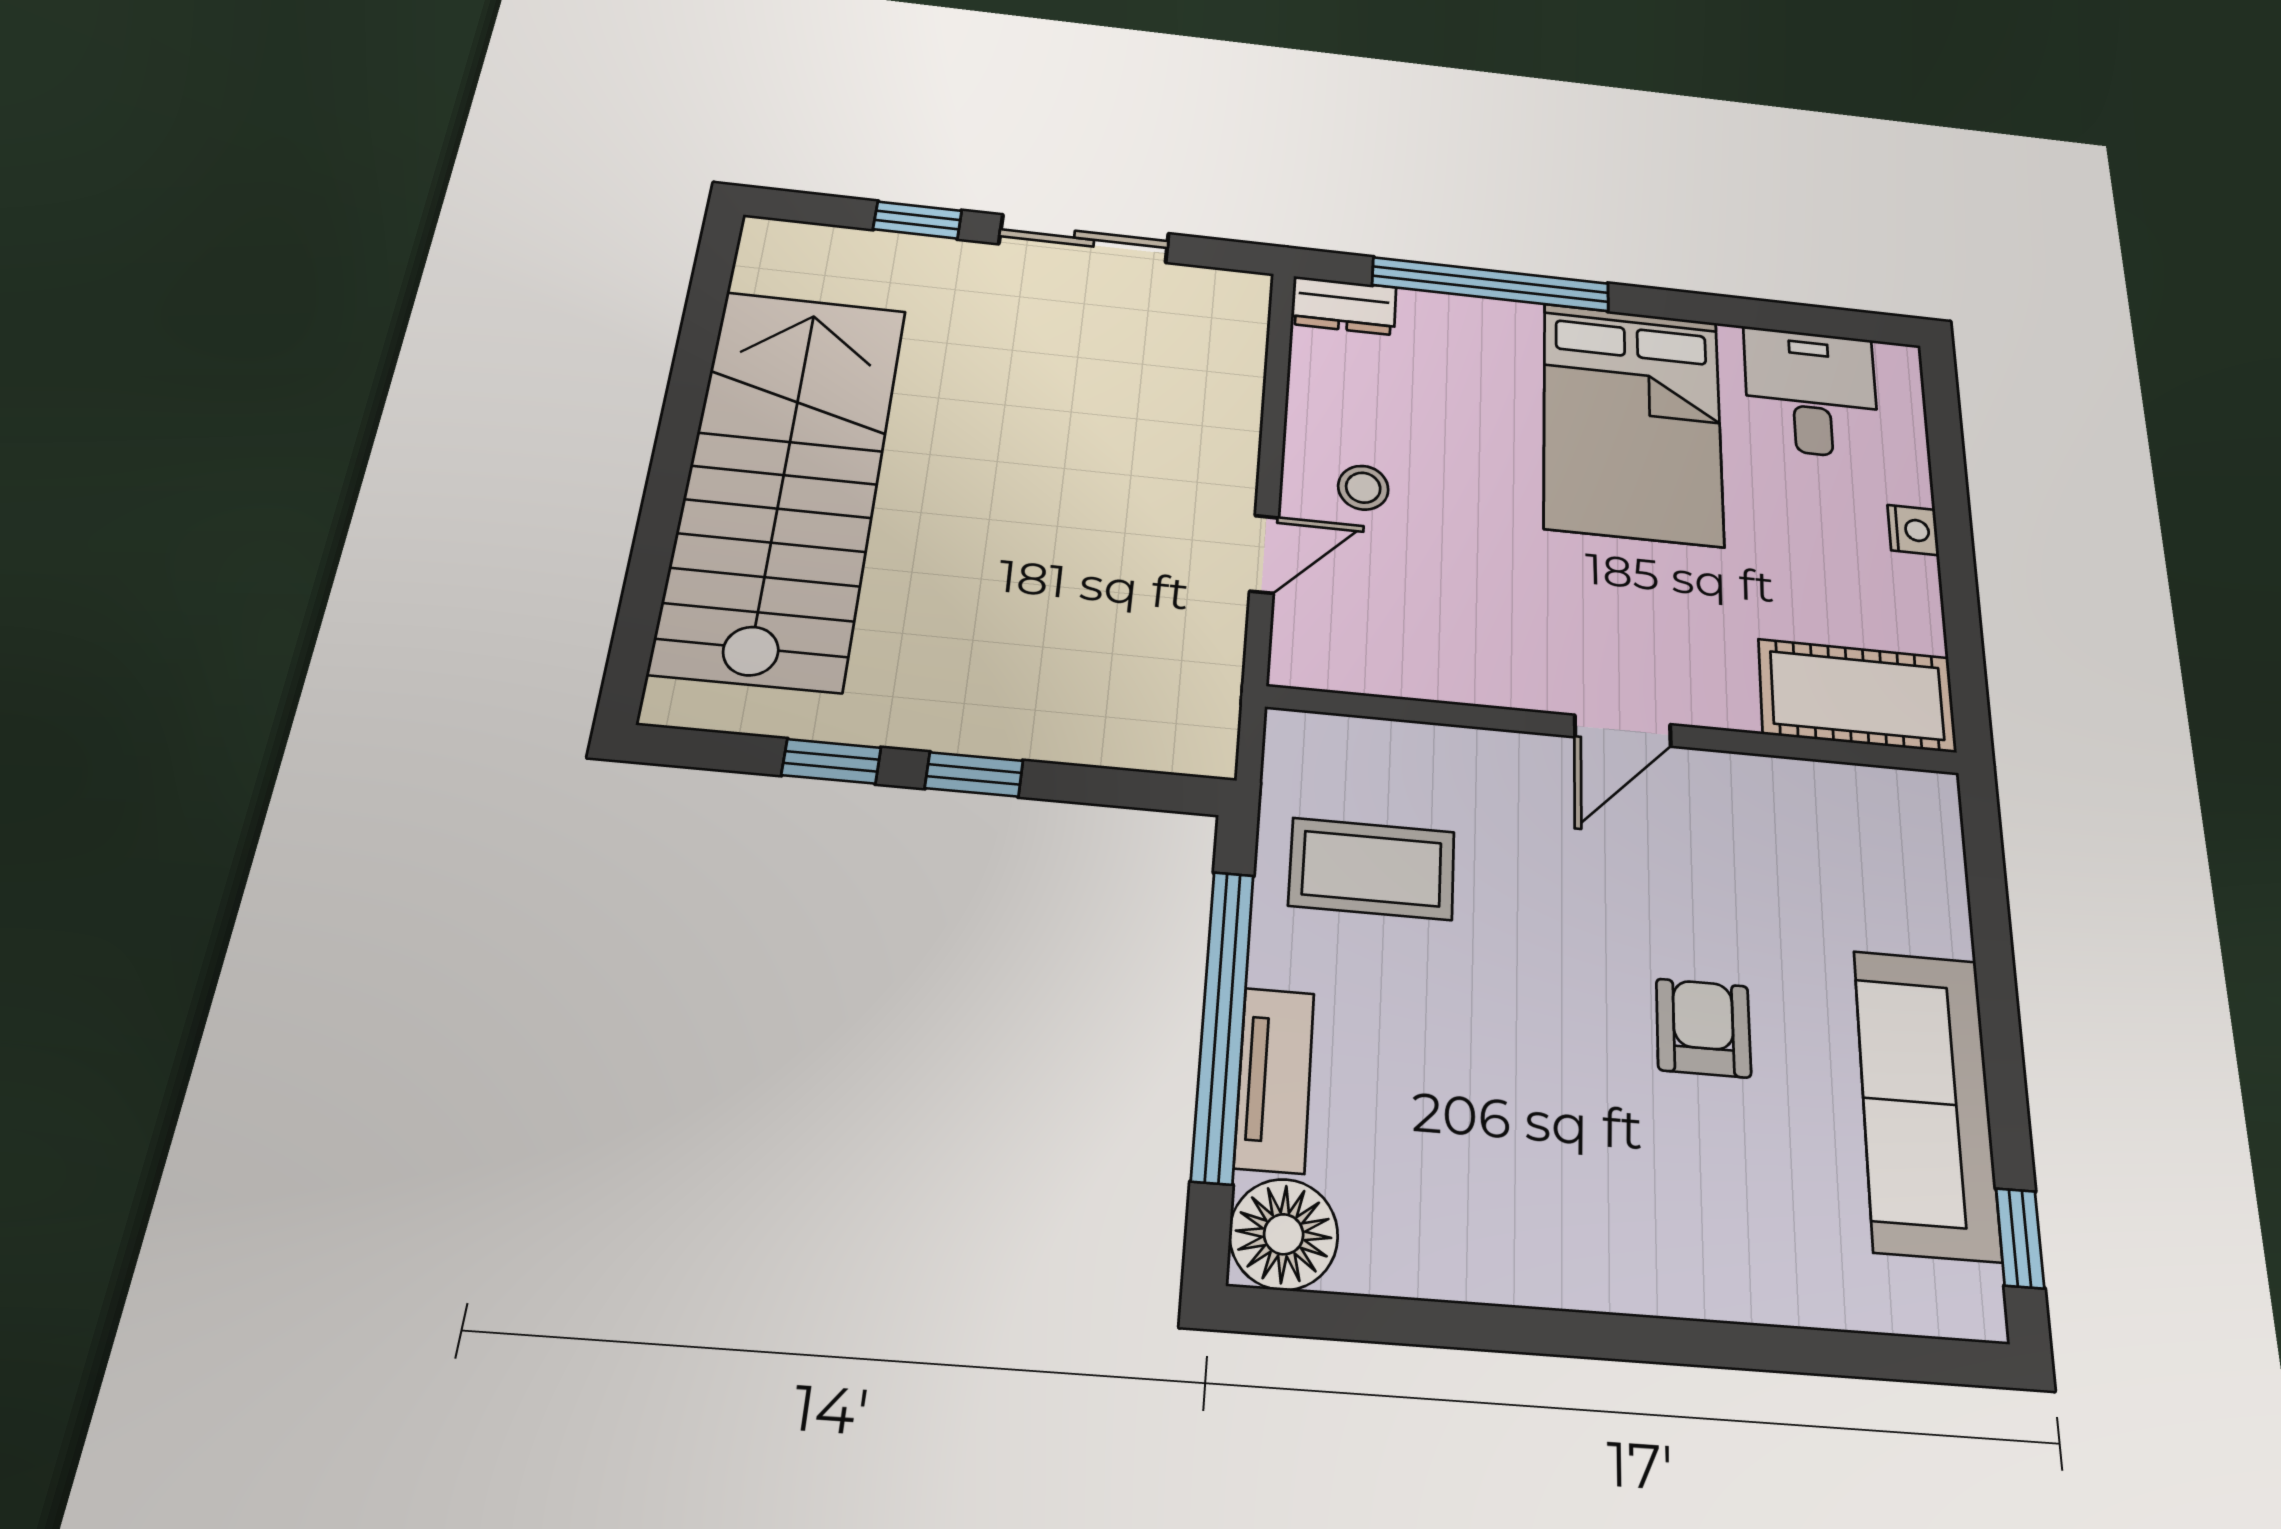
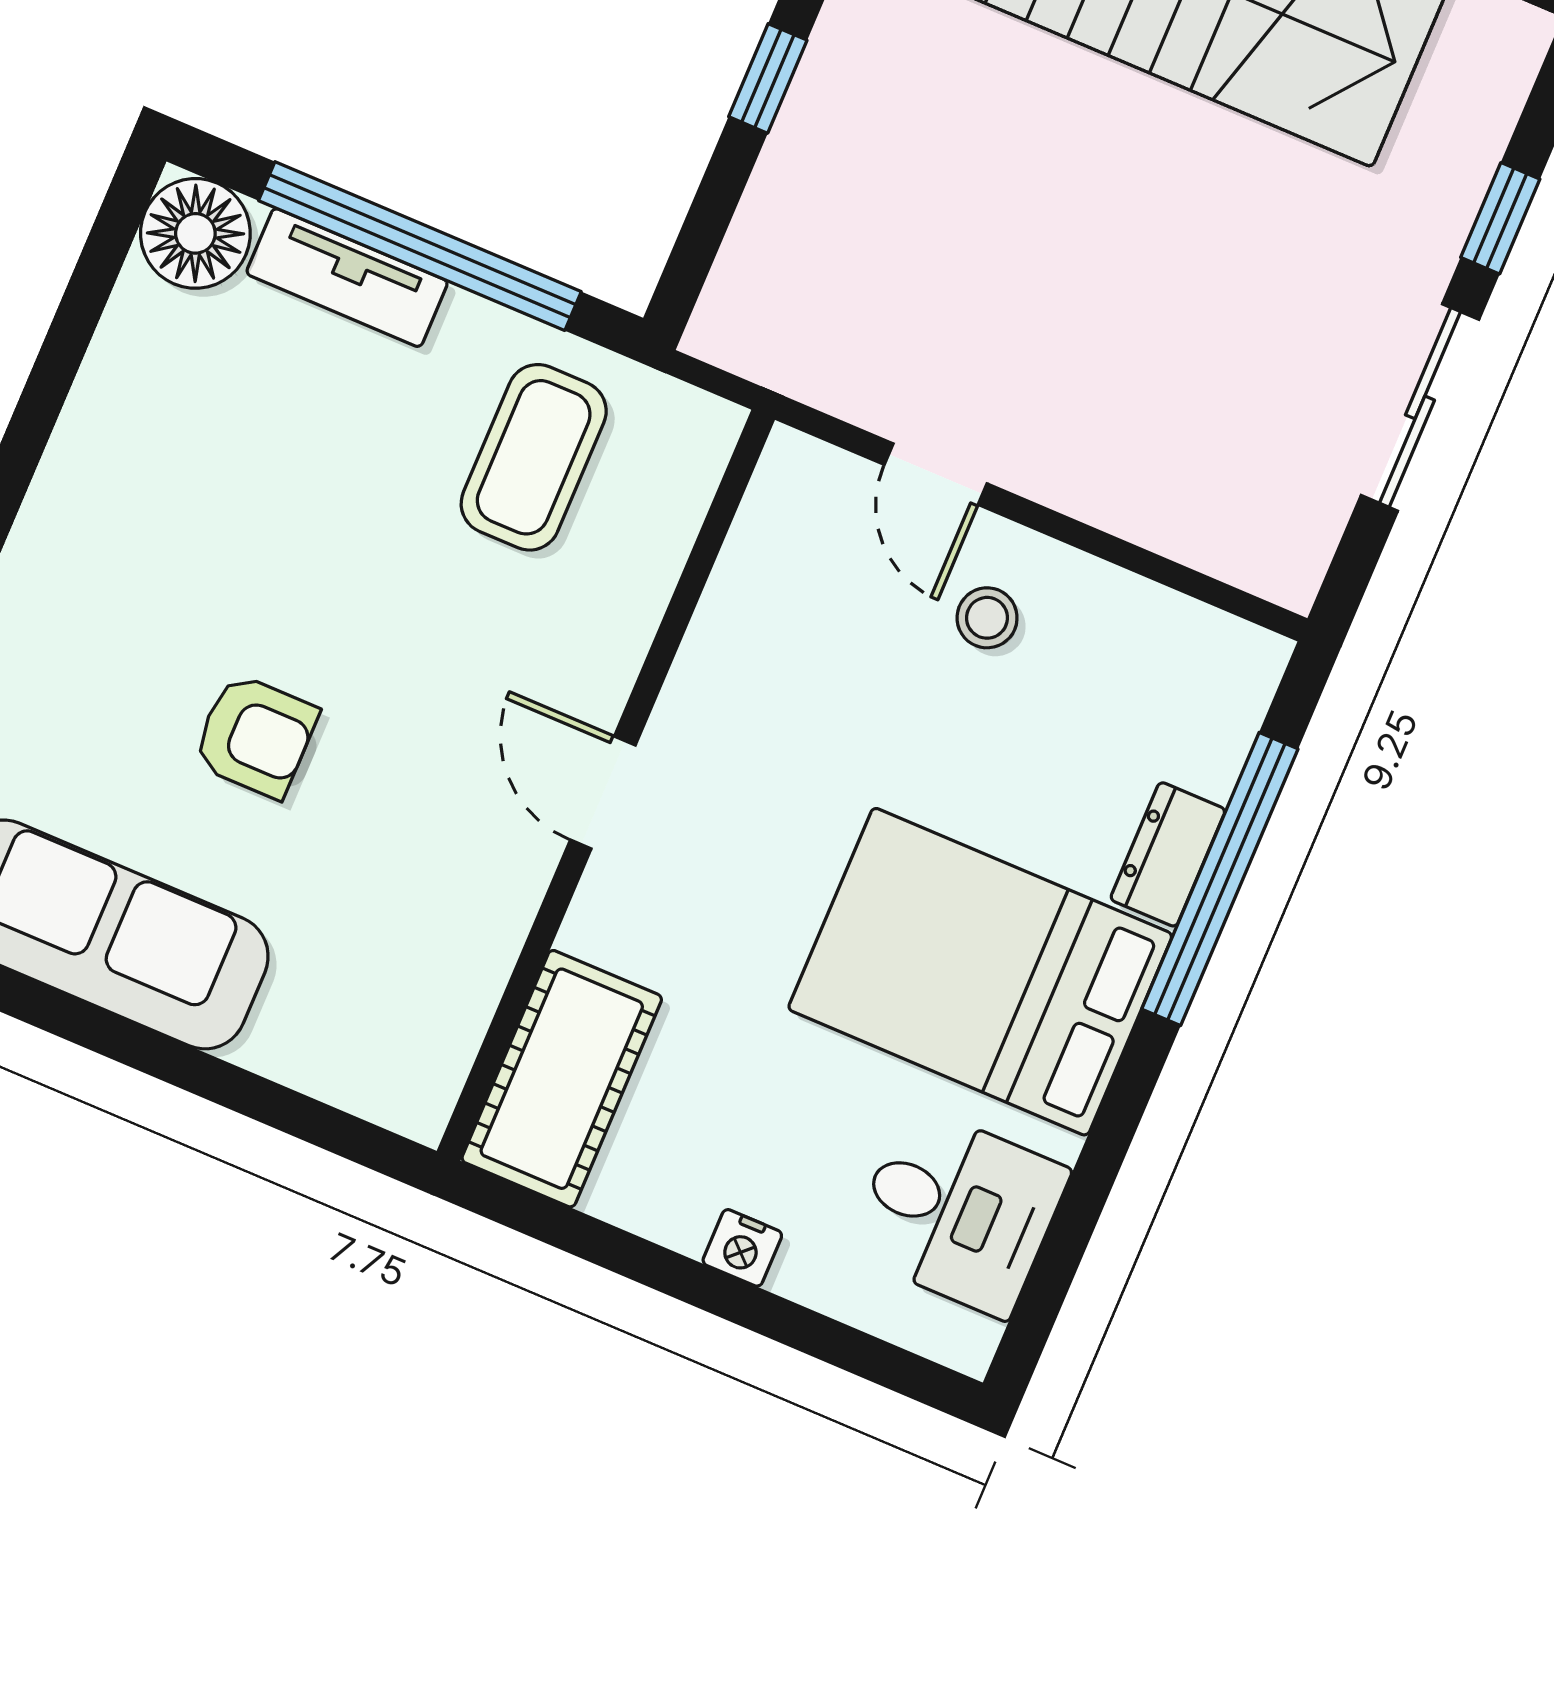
dresser: (1344, 306) -> (1168, 854), moved

